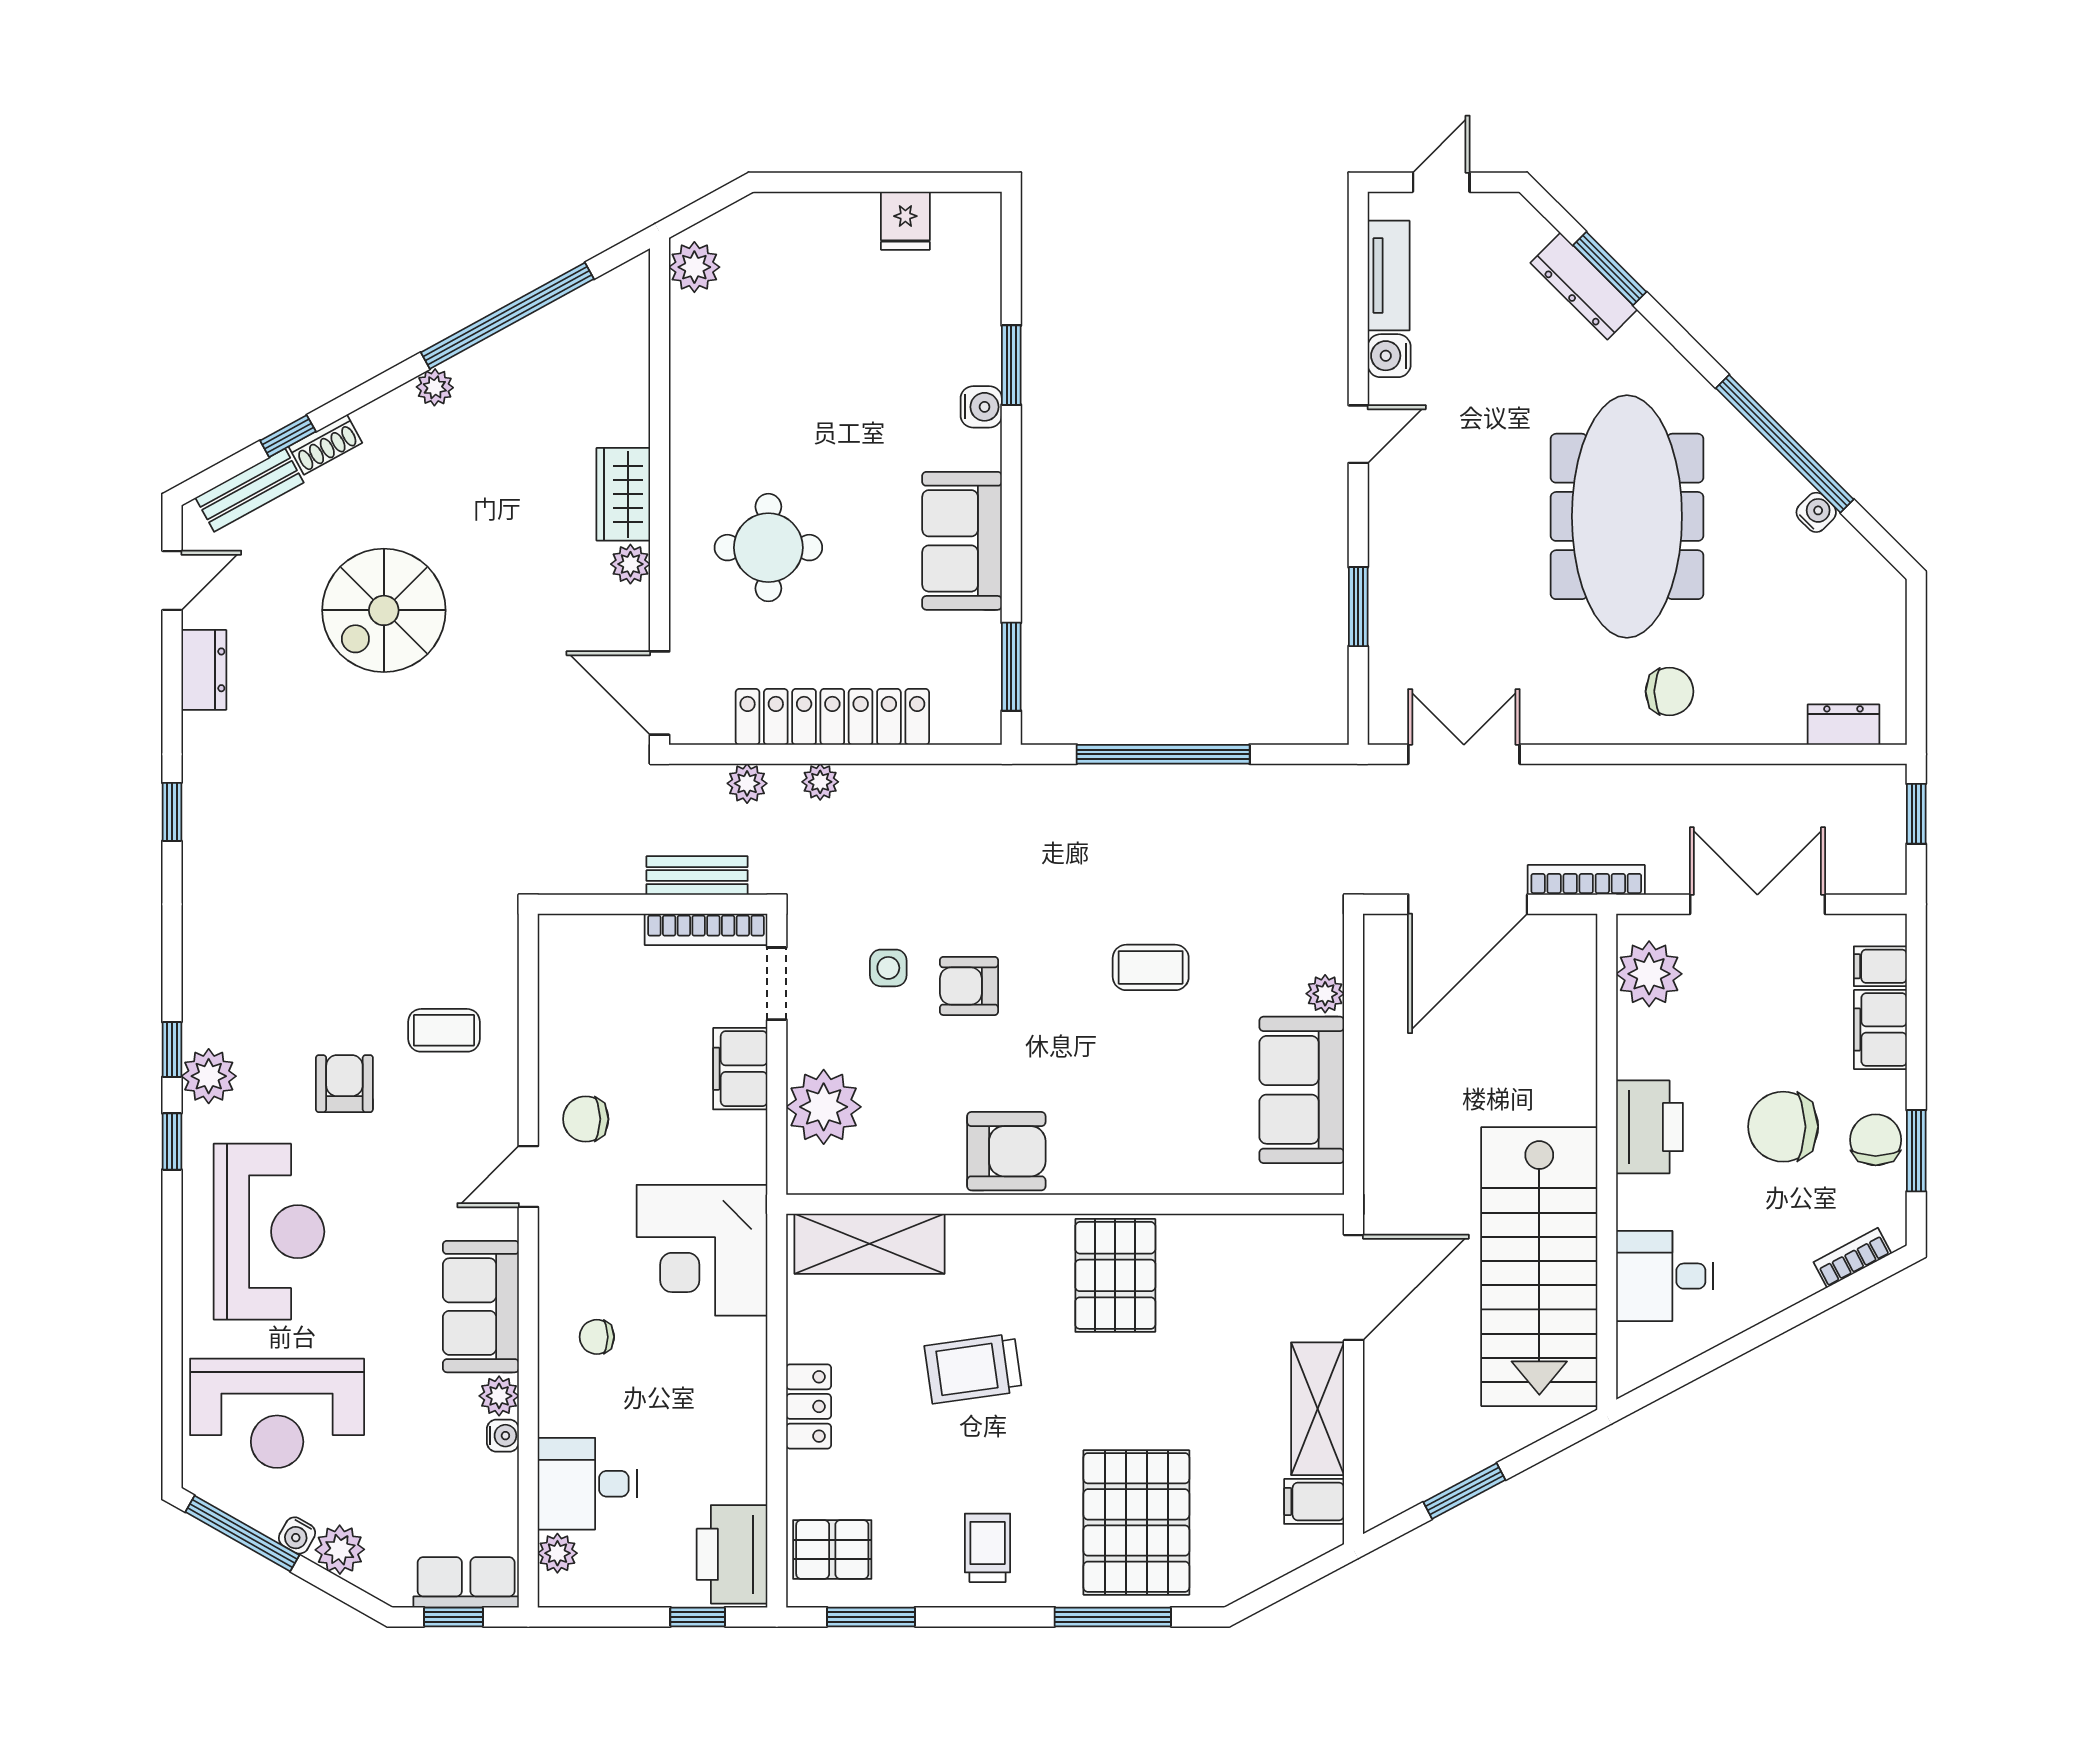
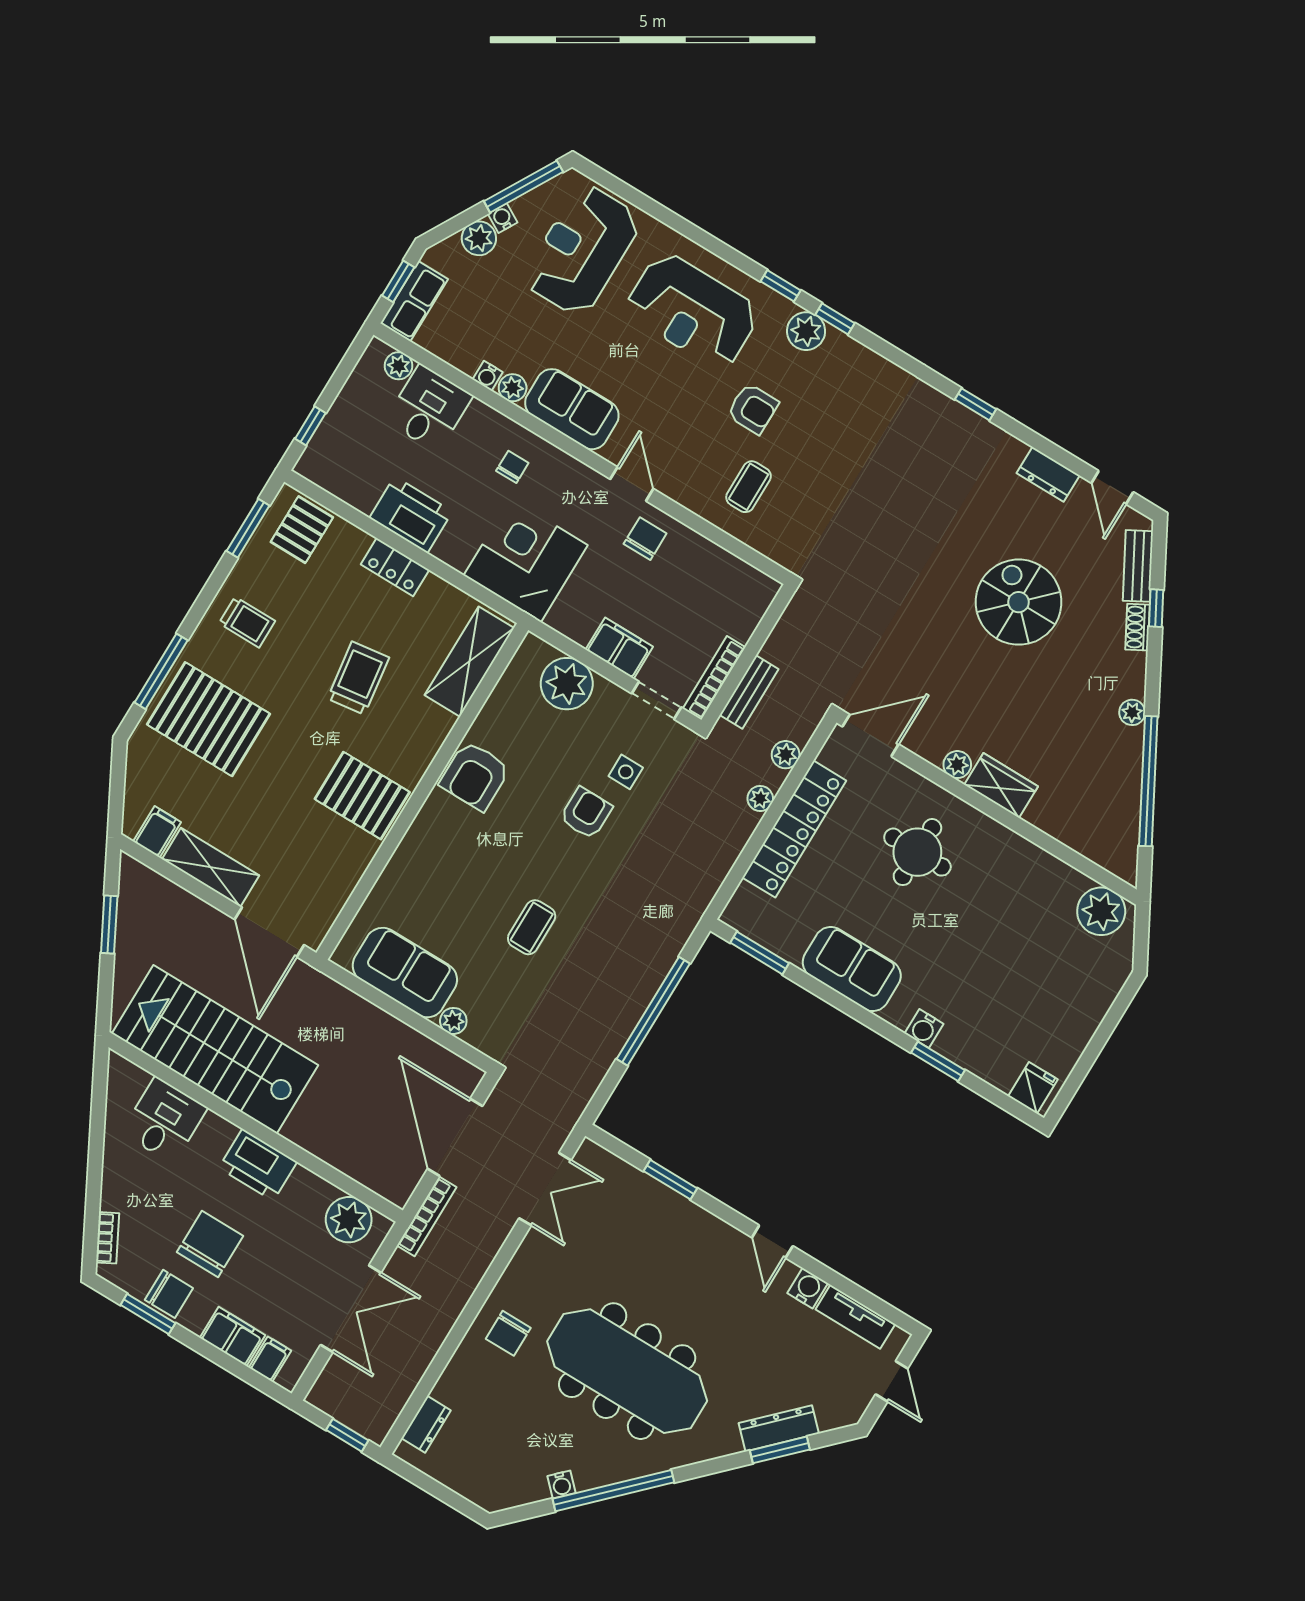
fridge: (905, 221) -> (1033, 1088), moved, turned 90
plant: (694, 267) -> (1101, 911), width x1.36, depth x1.36
printer: (732, 1554) -> (411, 515), moved

